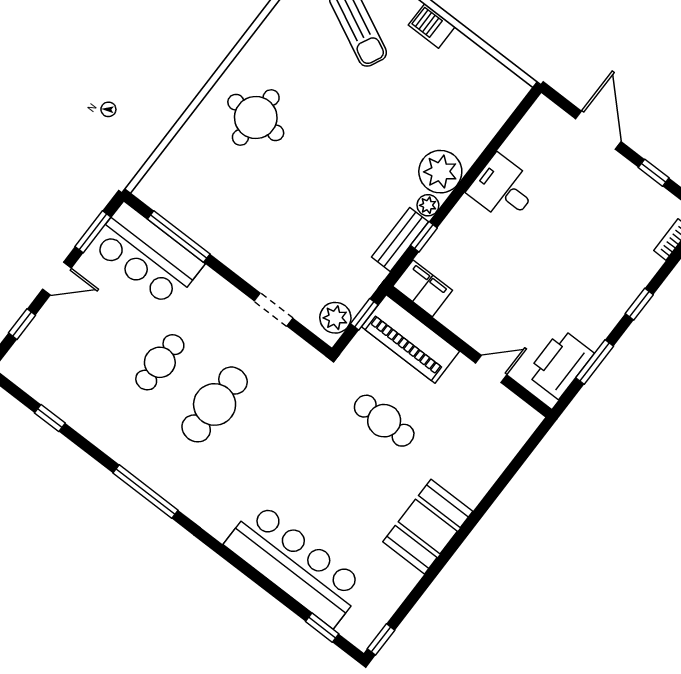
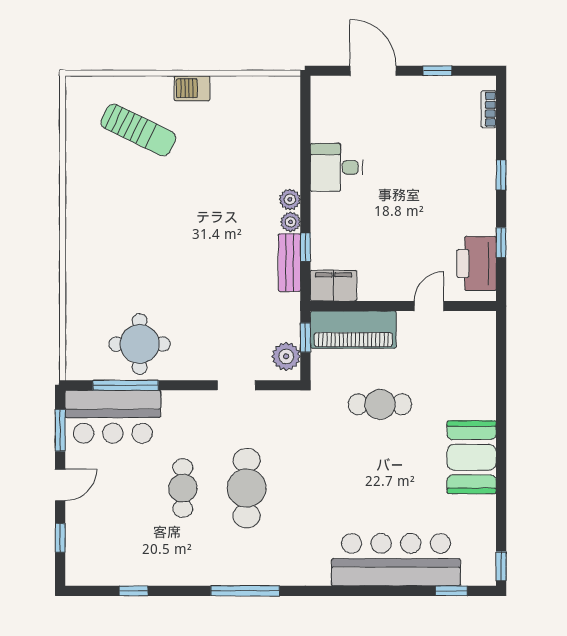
round table: (256, 117) -> (140, 344), moved
plant: (440, 172) -> (290, 199), width x0.53, depth x0.53
window: (595, 362) -> (501, 243), width x0.67

